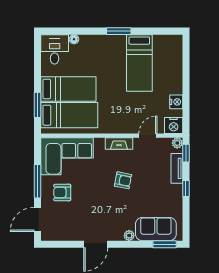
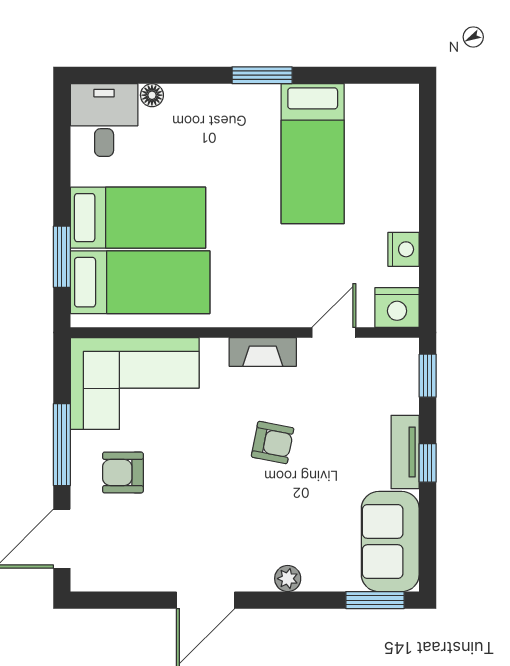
plant: (177, 143) -> (406, 351), removed
tv unit: (177, 168) -> (405, 452), moved
sofa: (156, 229) -> (390, 542), moved, turned -90

